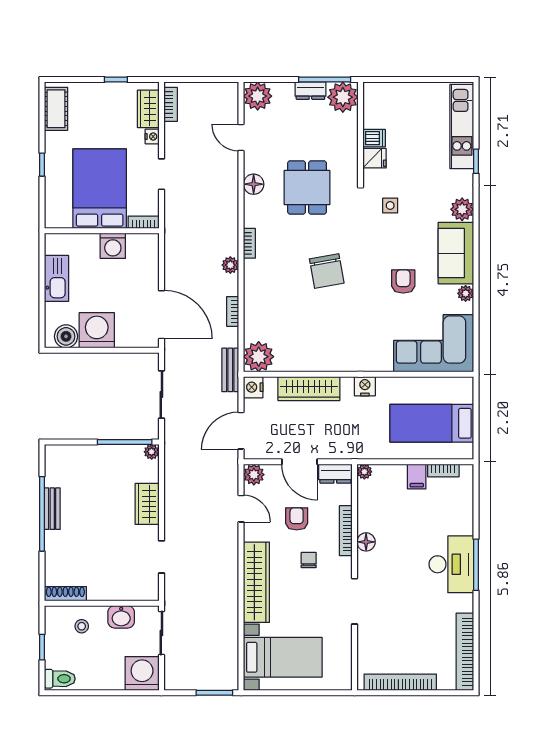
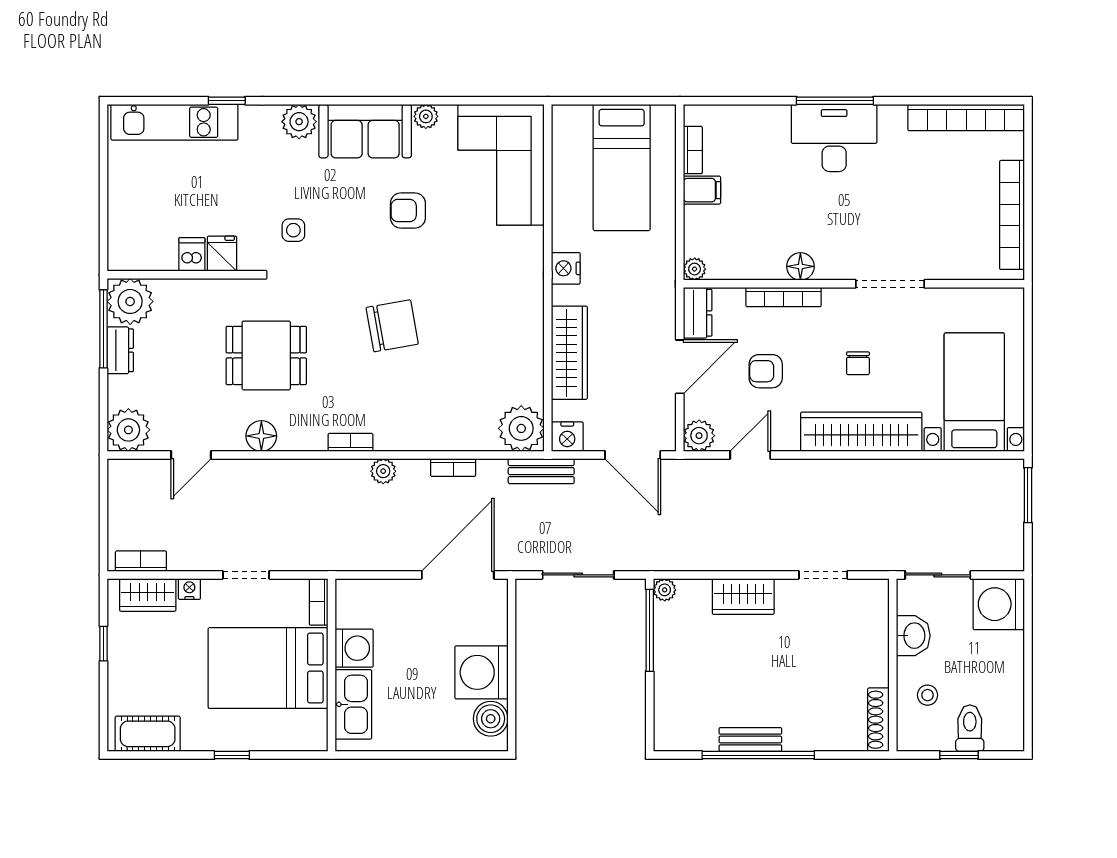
kitchen sink: (56, 278) -> (353, 704), moved, turned 90
chair: (309, 560) -> (858, 363), moved, turned -90
toilet: (60, 679) -> (970, 728), moved

